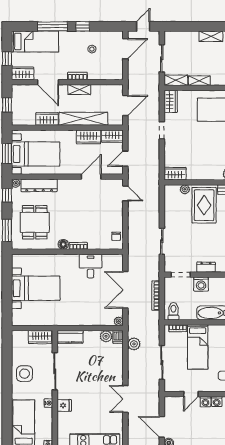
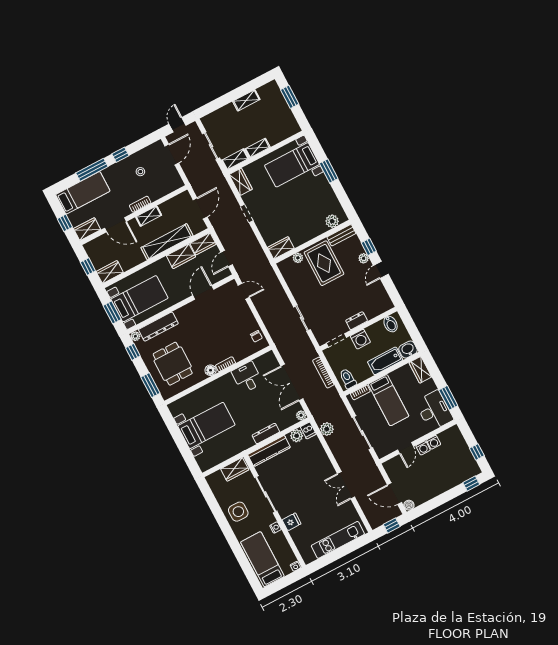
wardrobe: (47, 119) -> (110, 272), moved
dresser: (81, 321) -> (266, 433), added
kitchen counter: (70, 337) -> (269, 451), width x1.50

